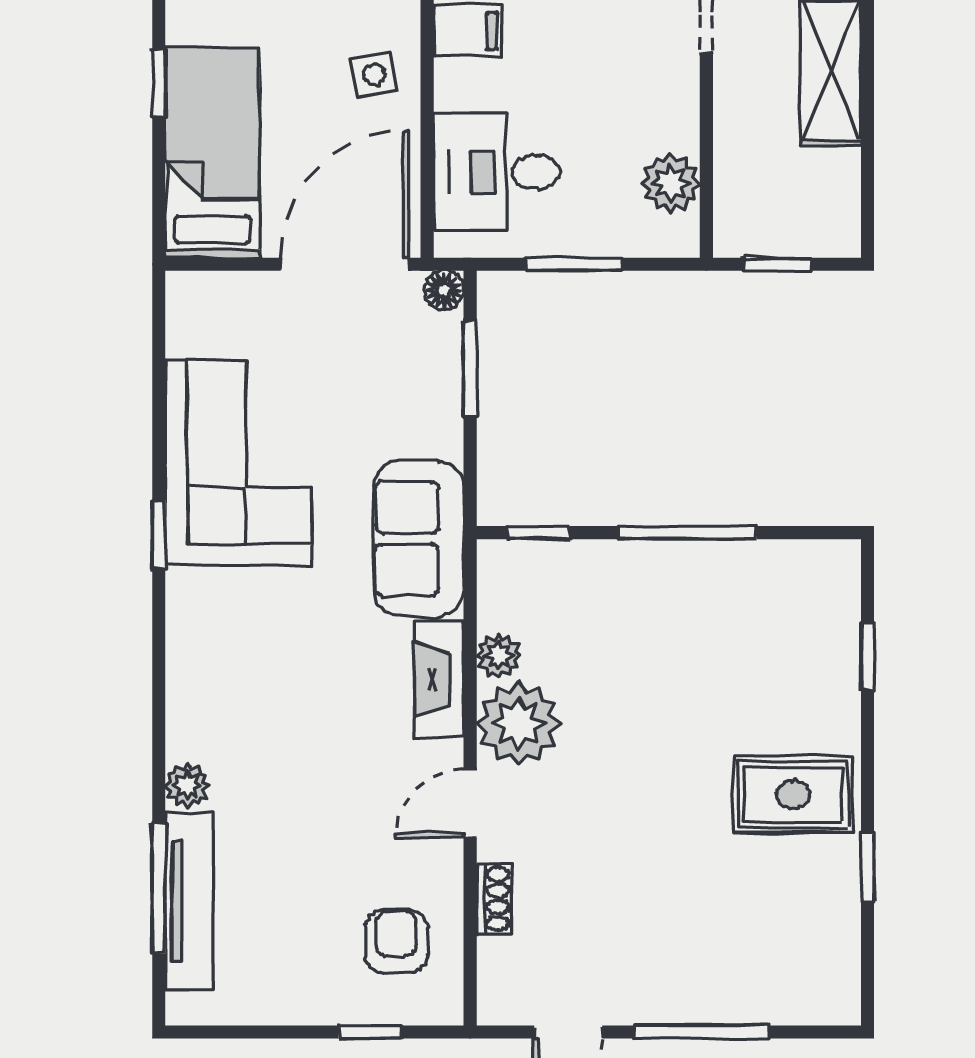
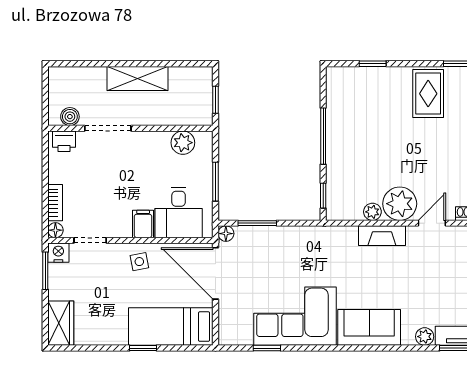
filing cabinet: (468, 31) -> (143, 224), moved
window: (159, 534) -> (267, 348), moved
sofa: (419, 539) -> (369, 327), moved, turned 180
door: (470, 804) -> (432, 223), swing flipped

